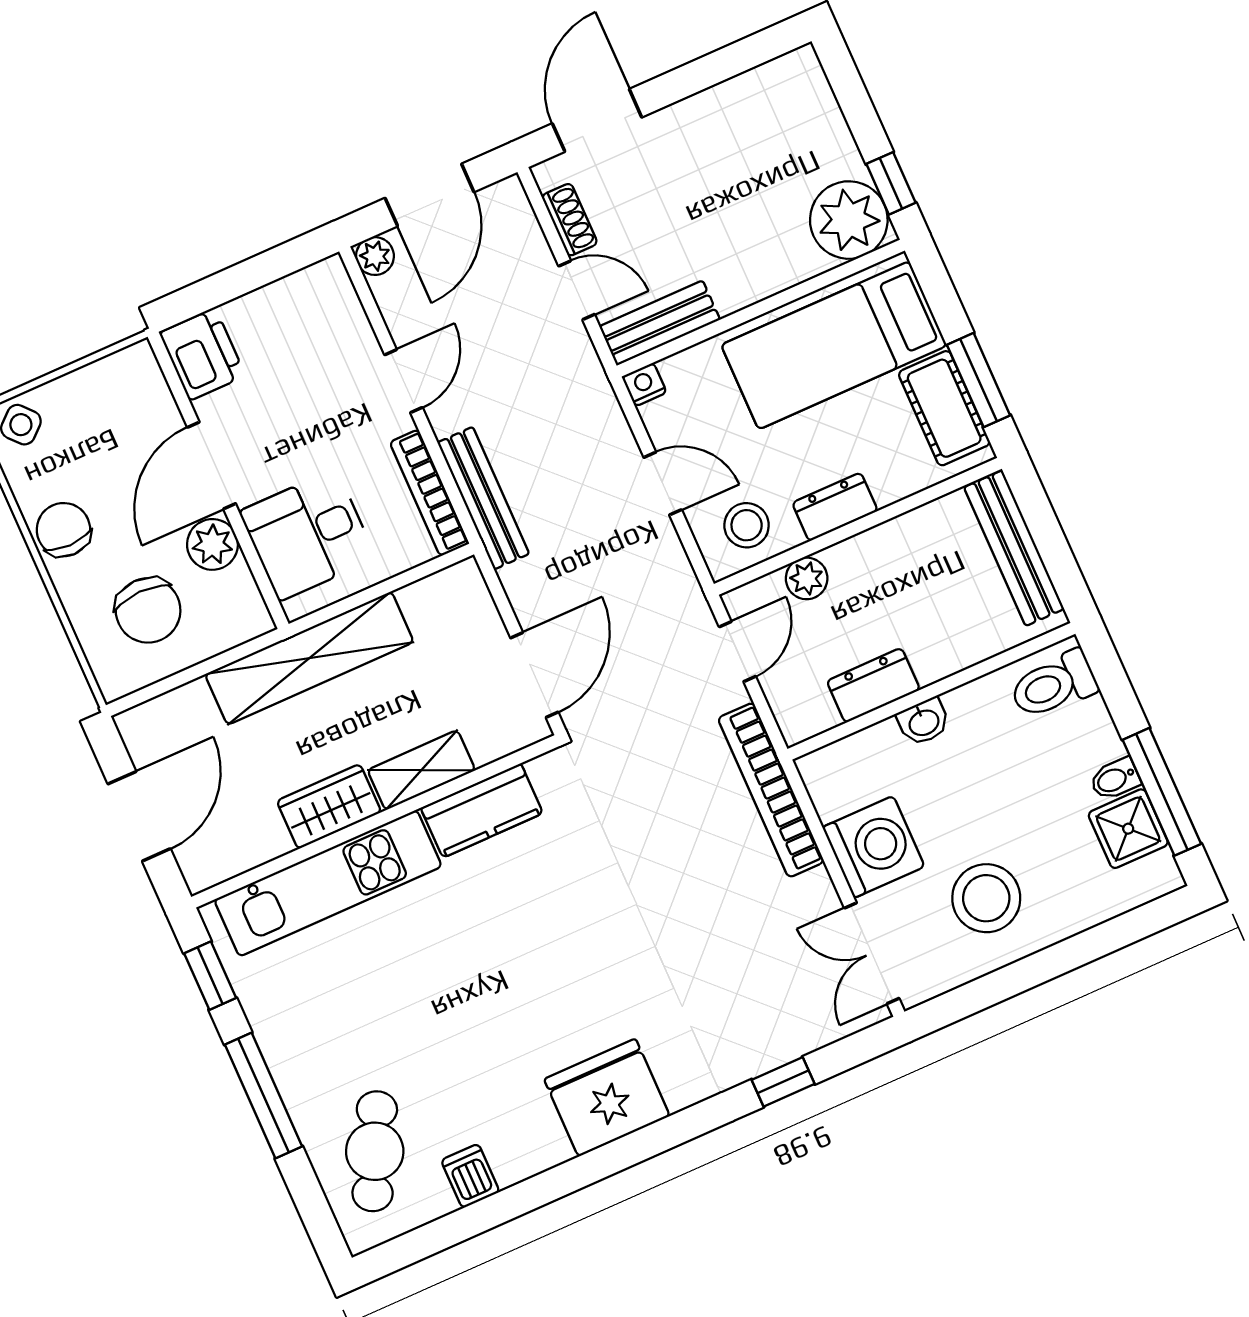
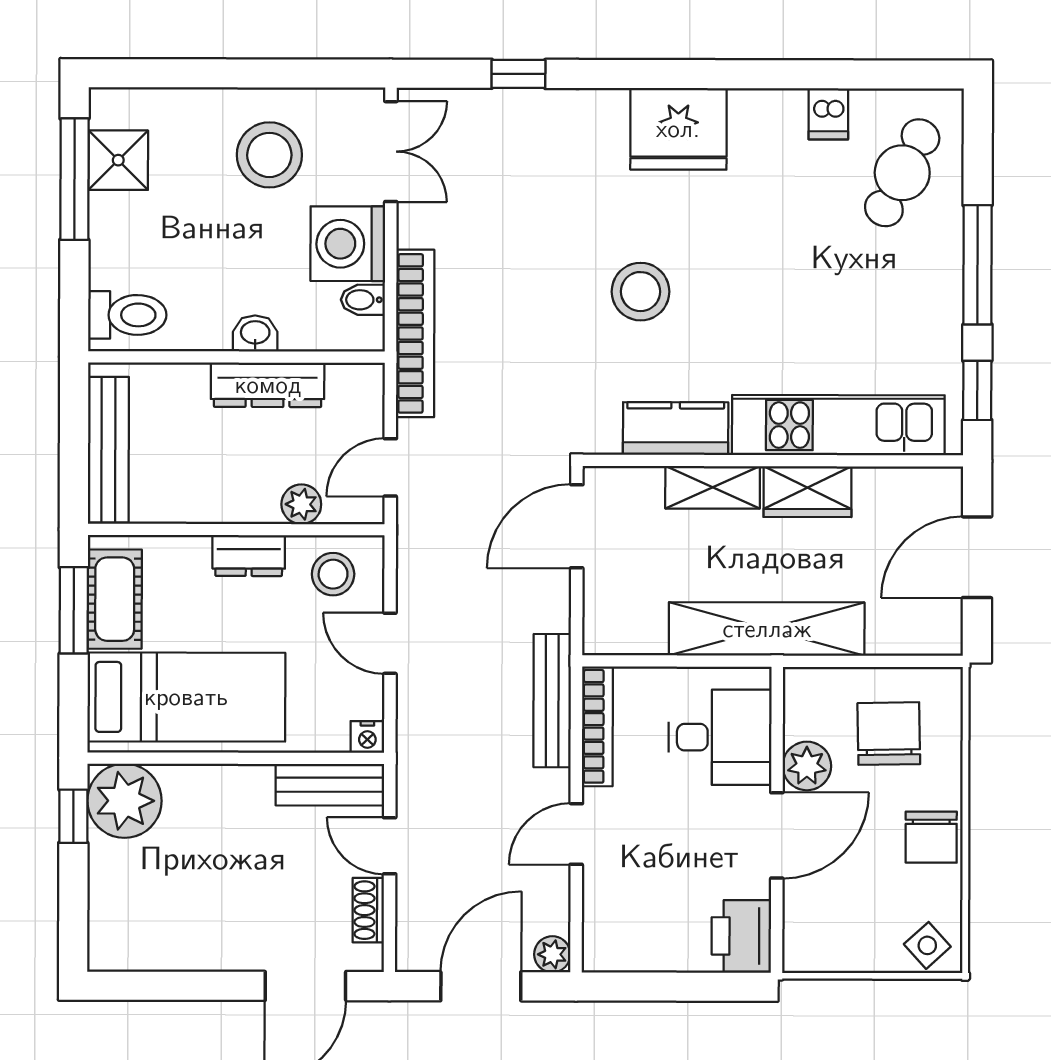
dresser: (873, 685) -> (268, 385), width x1.44
bidet: (1115, 779) -> (363, 300), moved, turned 180
stool: (574, 926) -> (640, 292), added

